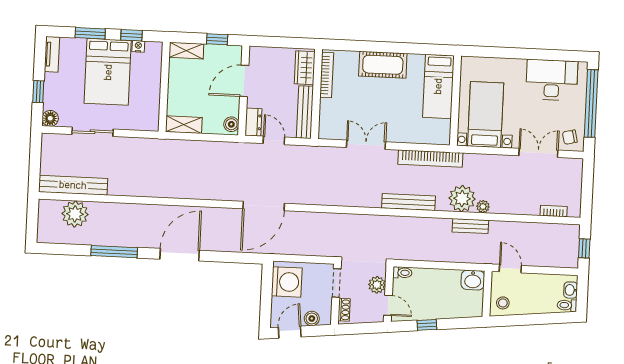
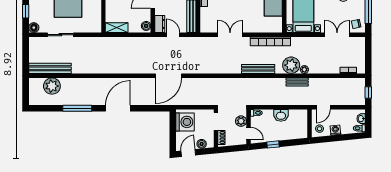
door: (510, 269) -> (323, 107), swing flipped
washbasin: (473, 280) -> (281, 115), moved
washing machine: (528, 307) -> (335, 130), added

